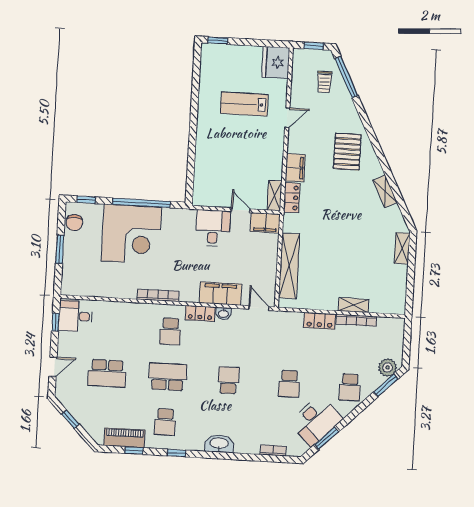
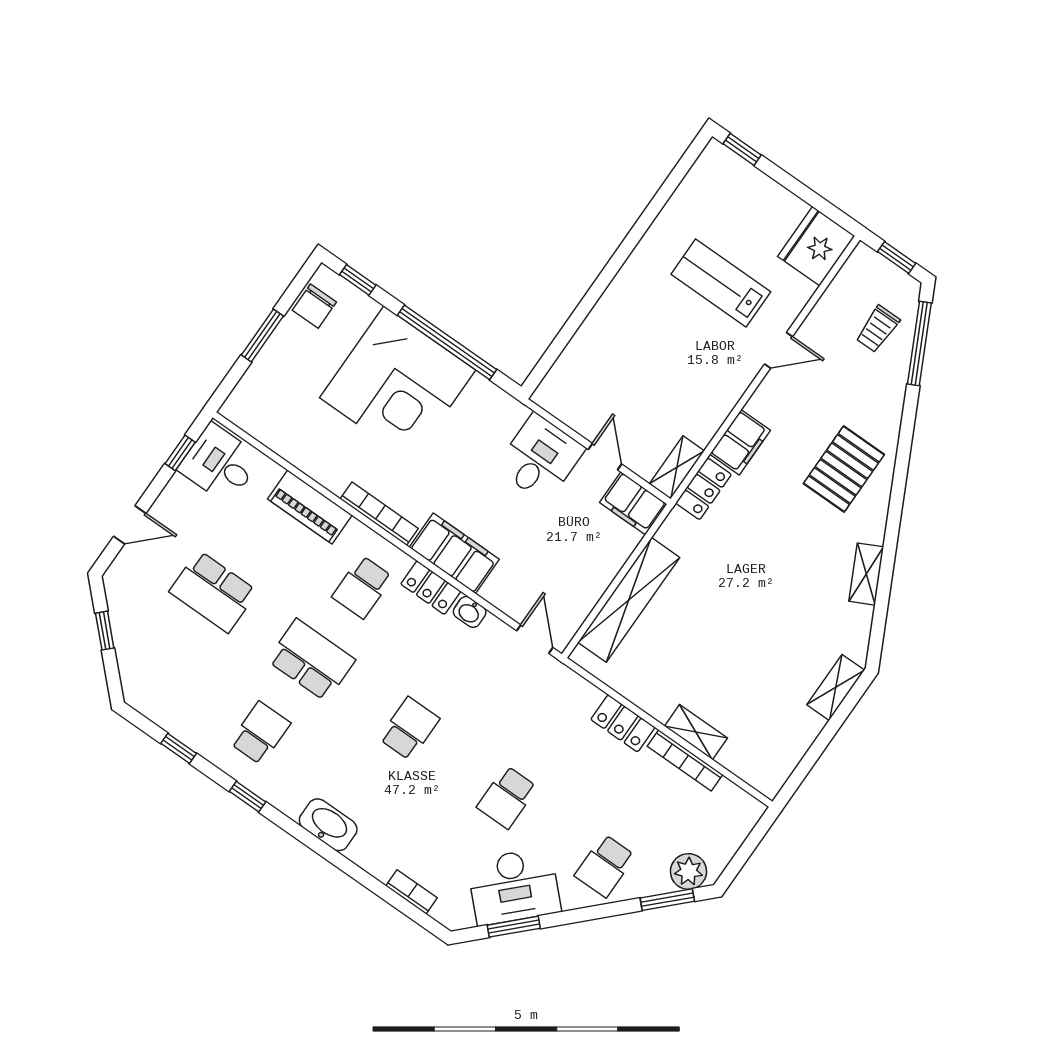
filing cabinet: (220, 293) -> (454, 553), moved
school desk: (165, 422) -> (260, 733), turned 180
piano: (125, 438) -> (310, 507), moved, turned 180

